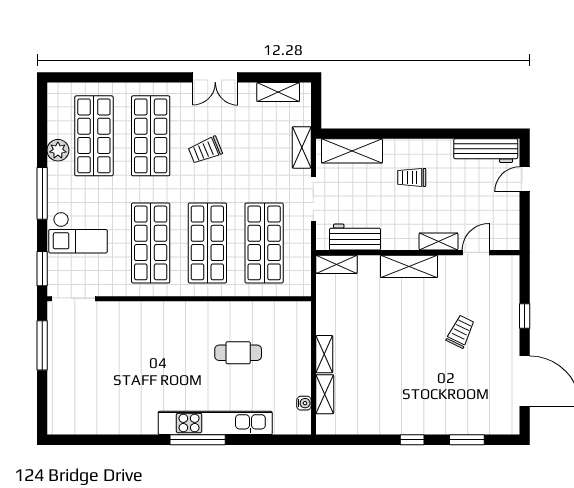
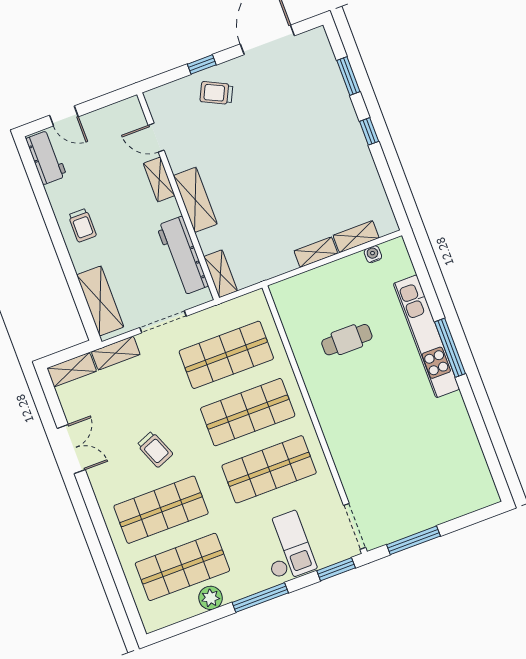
double door: (215, 77) -> (71, 449), moved
shelving: (278, 92) -> (72, 370), moved, turned 90
workbench: (486, 151) -> (46, 157), width x0.73
trolley: (412, 177) -> (82, 225), moved
workbench: (355, 237) -> (182, 256), width x1.38
trolley: (461, 332) -> (216, 93), moved
cafe table: (238, 353) -> (347, 340), turned 90

